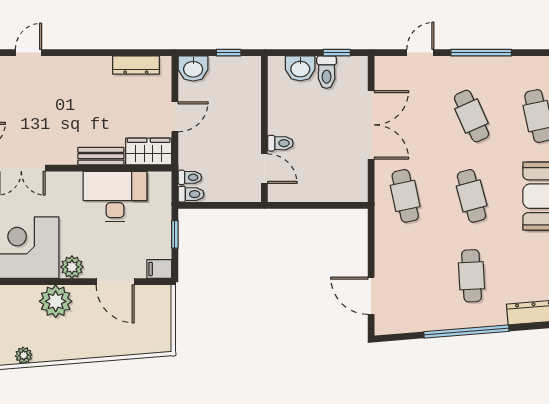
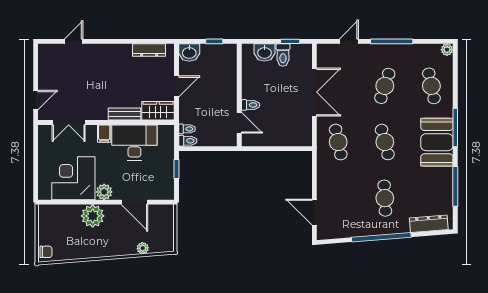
cafe table: (472, 116) -> (385, 86), turned 42
filing cabinet: (159, 269) -> (104, 134), moved, turned -90
plant: (24, 355) -> (143, 248), moved

